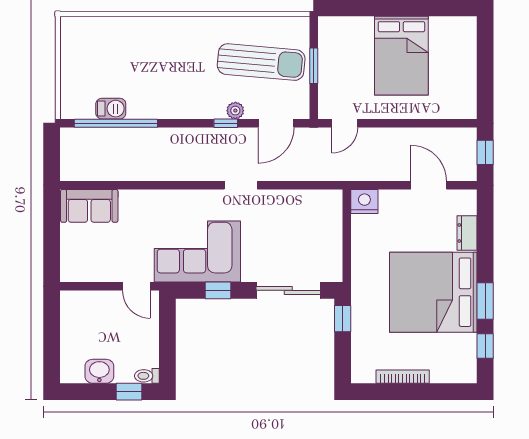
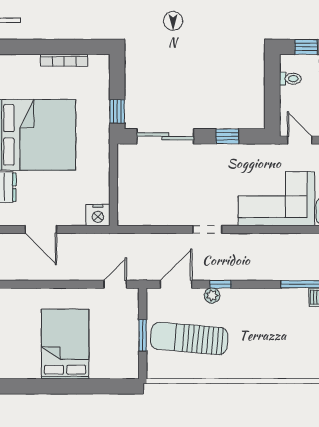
corner sofa: (197, 252) -> (276, 199), moved, turned 180
toilet: (147, 376) -> (290, 79), moved

